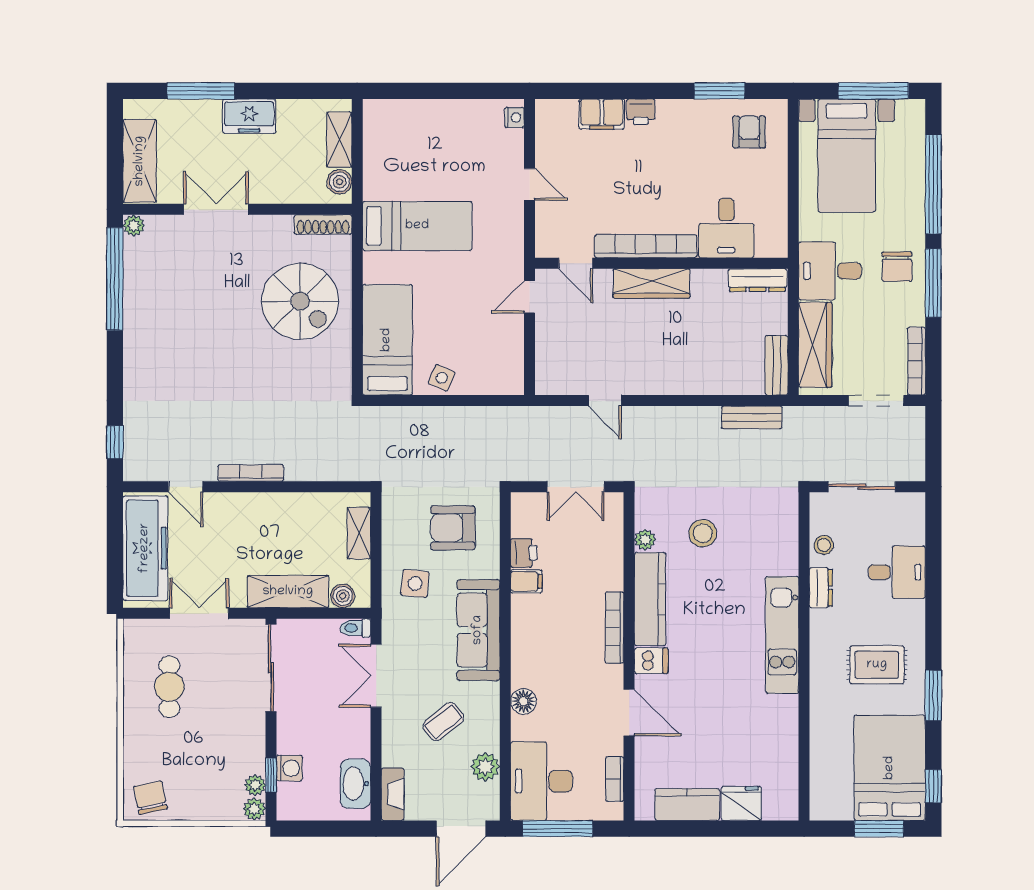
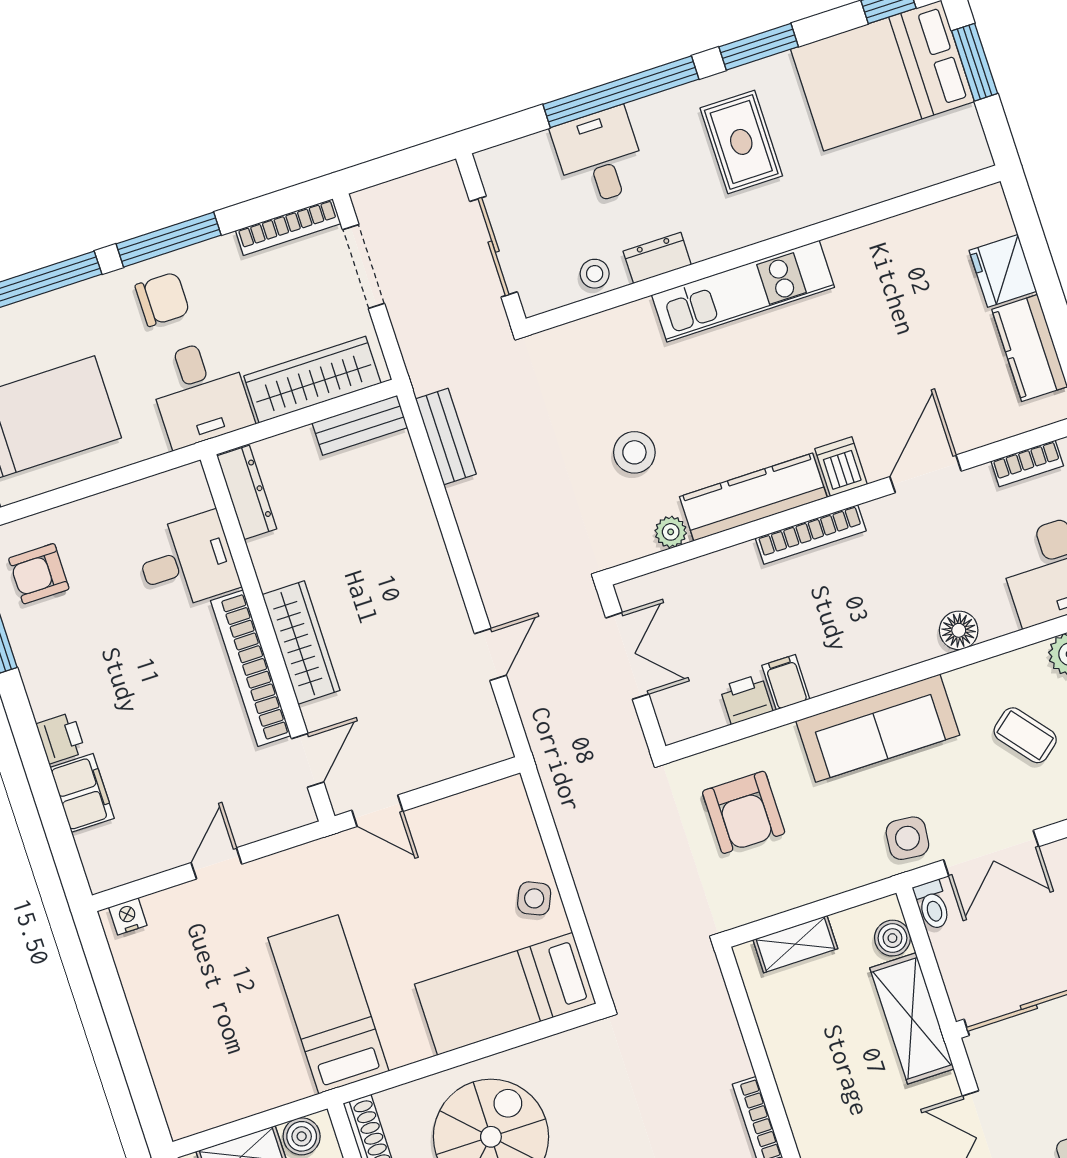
side table: (415, 584) -> (907, 838), moved
window: (933, 599) -> (621, 92), added

